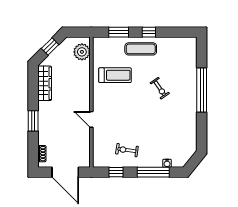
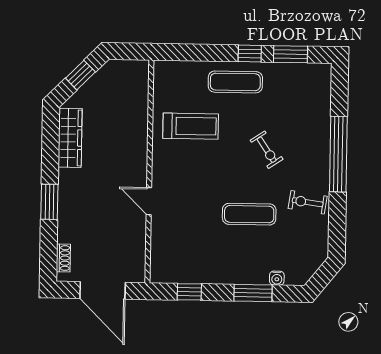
window: (119, 32) -> (291, 54), moved
plant: (82, 52) -> (135, 85), removed
exercise mat: (150, 126) -> (249, 214), added
exercise bike: (127, 150) -> (308, 202), moved
window: (153, 172) -> (253, 293), width x0.69

